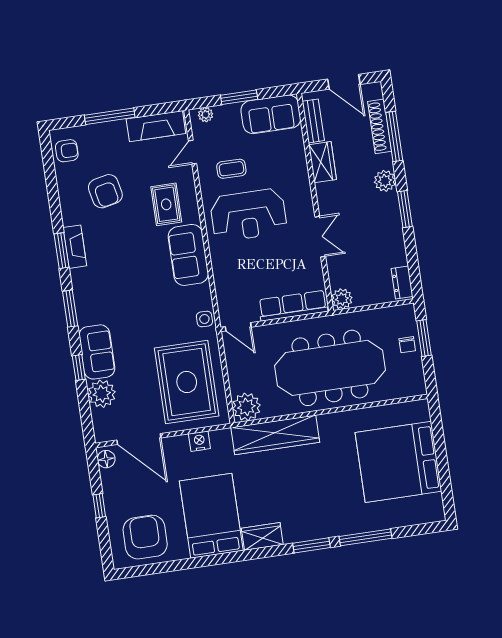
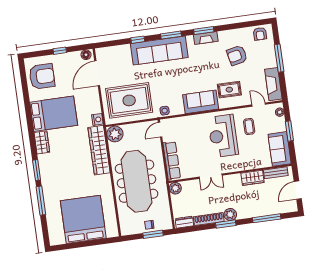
shoe rack: (380, 126) -> (209, 219), moved
plant: (385, 181) -> (230, 215), moved
sofa: (97, 352) -> (159, 50), width x1.85, depth x1.27
plant: (102, 394) -> (123, 52), removed
nightstand: (199, 441) -> (97, 119), moved

